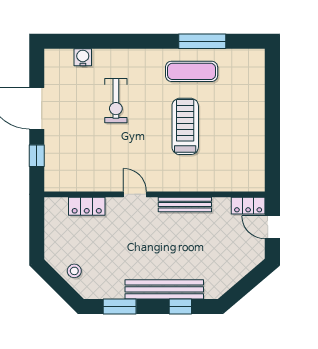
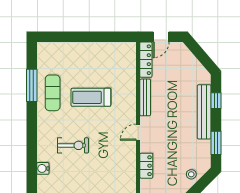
locker: (248, 206) -> (146, 60), width x1.53

